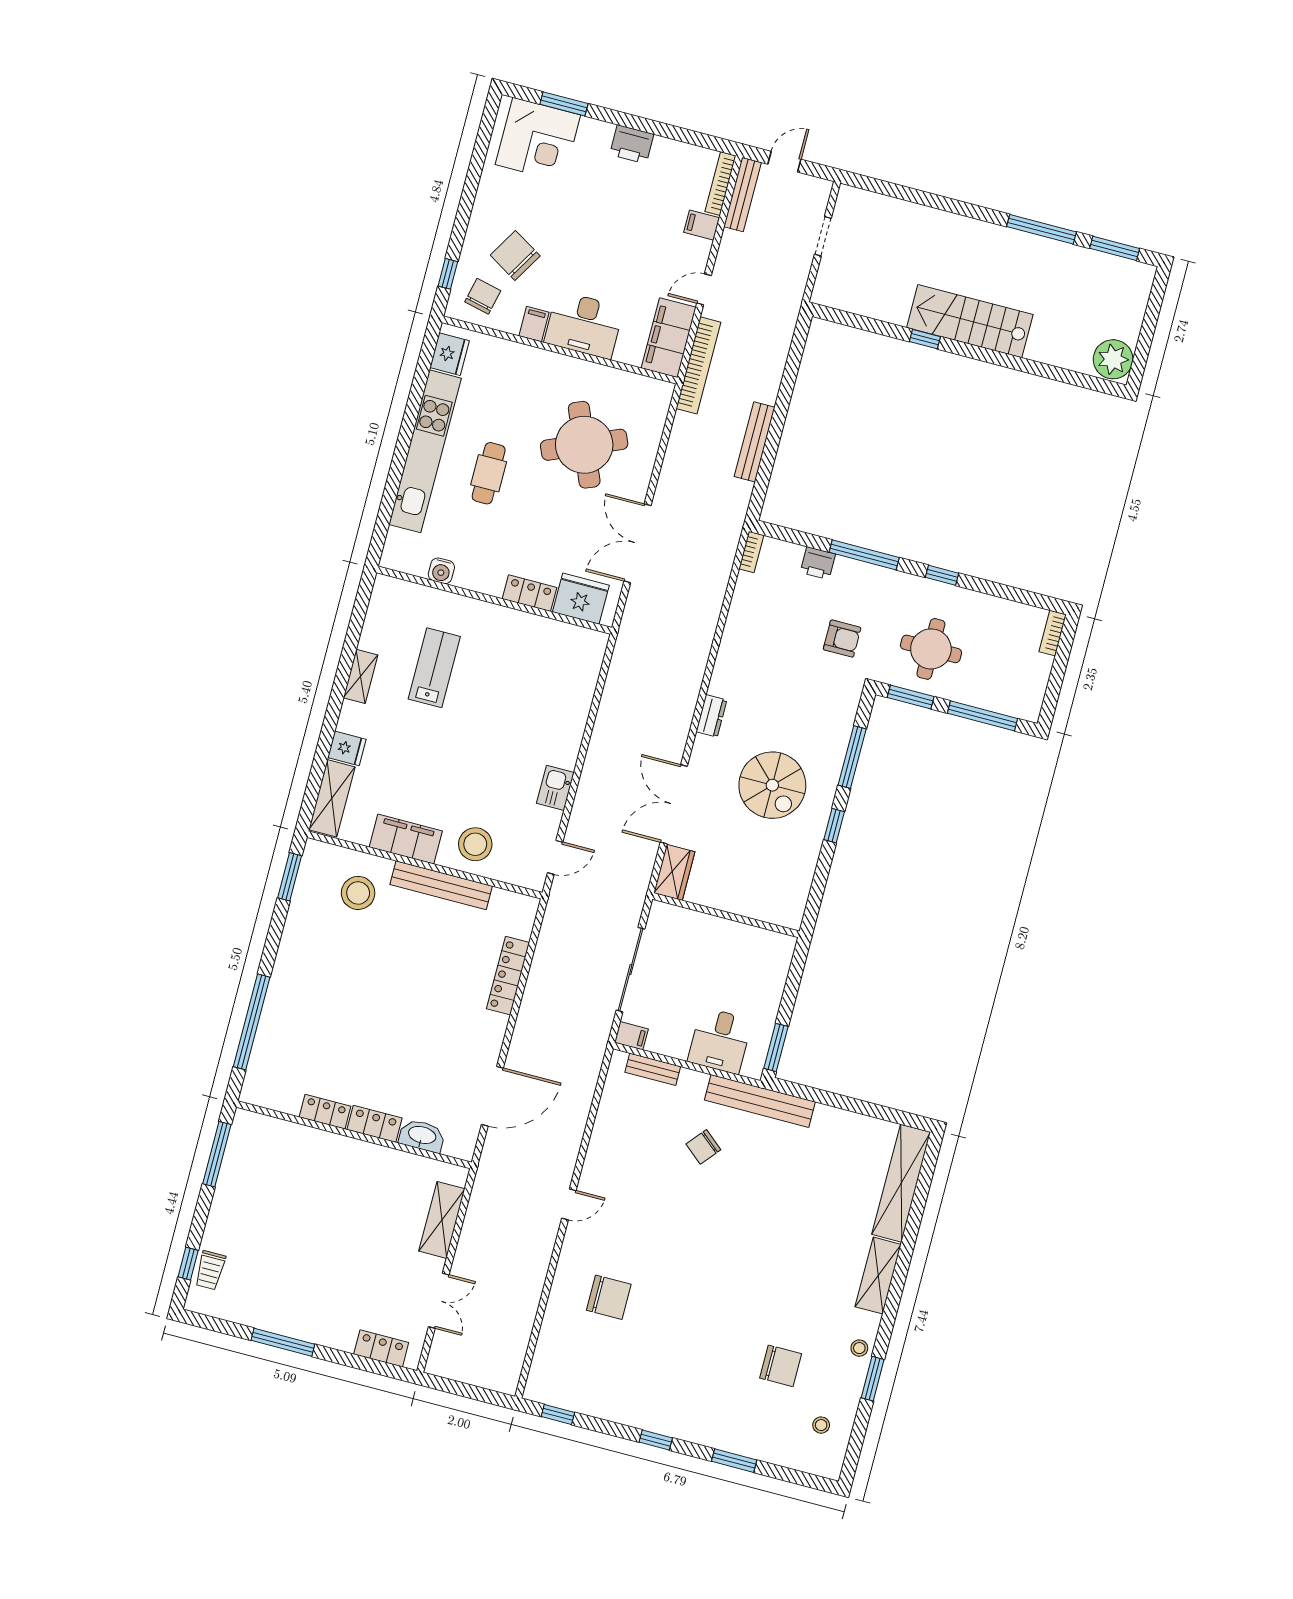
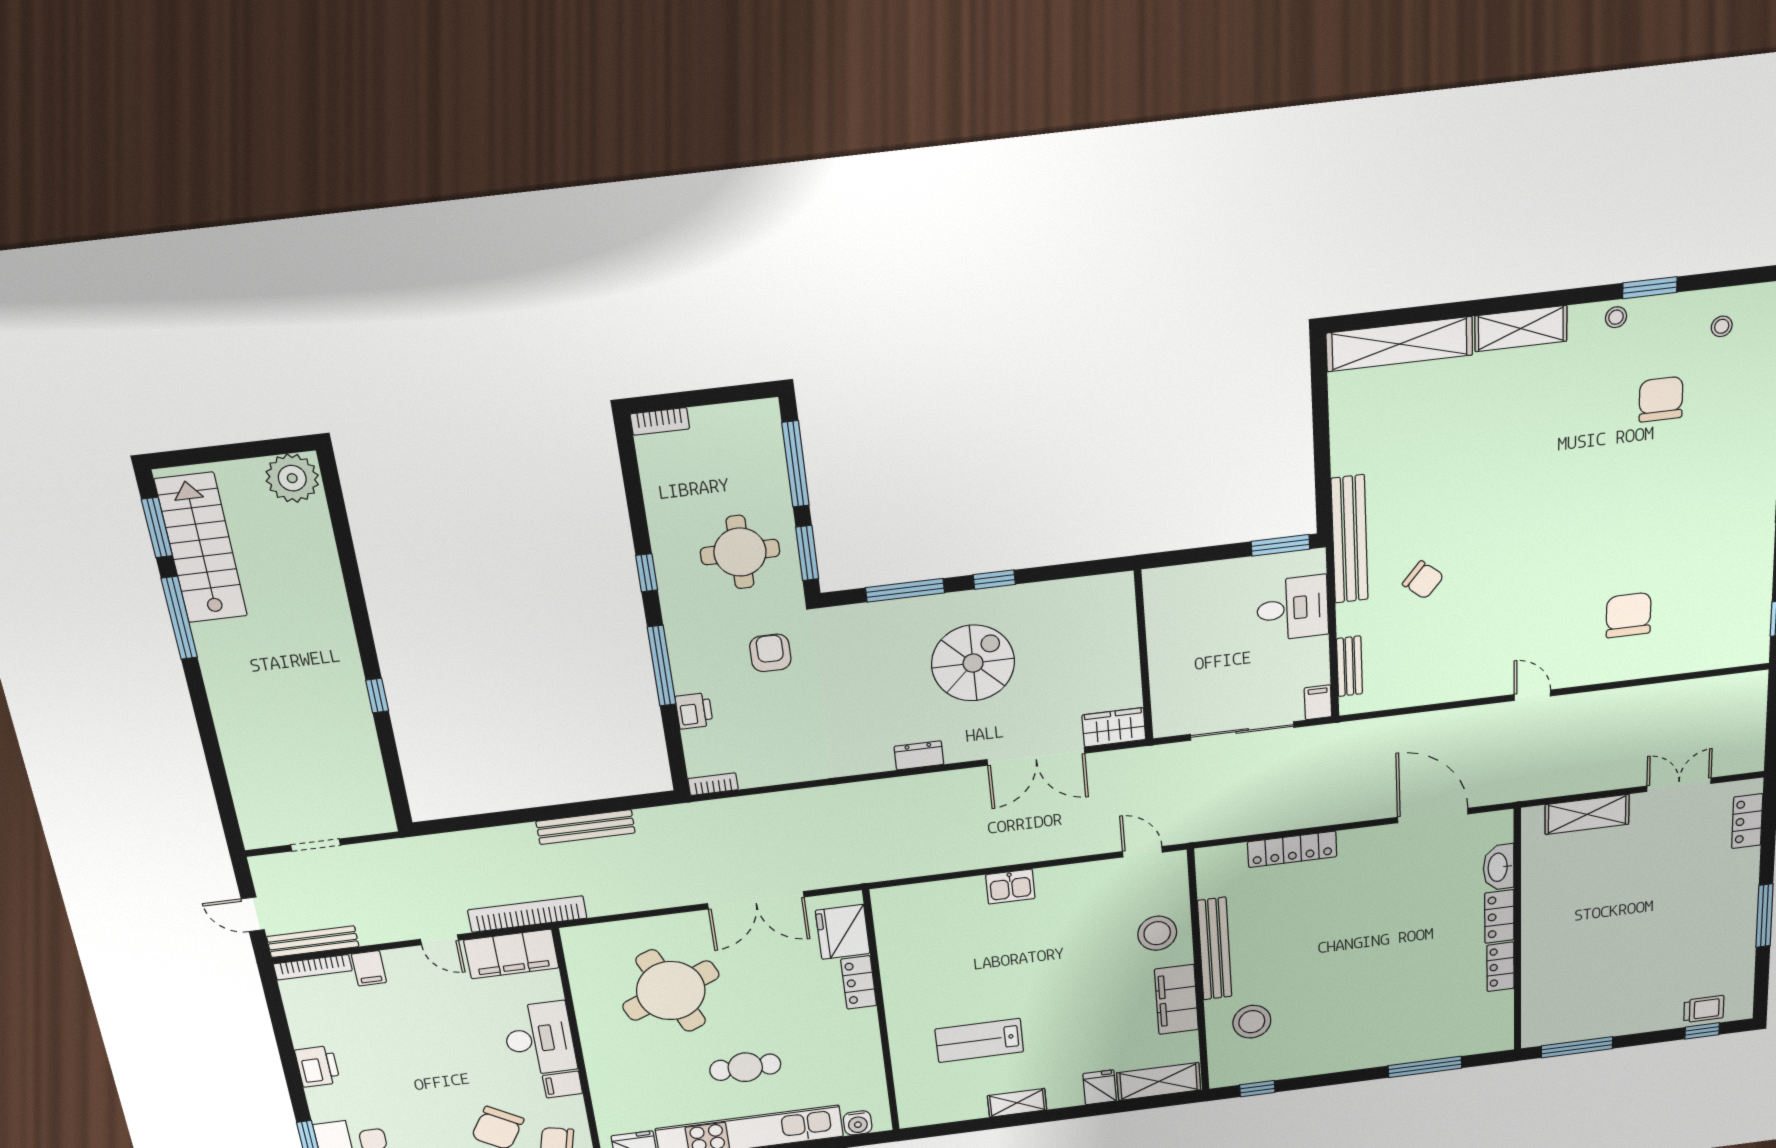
stairs: (970, 321) -> (201, 548), moved, turned 180
water cooler: (441, 571) -> (858, 1123), moved, turned 90
kitchen sink: (555, 788) -> (1010, 887), moved
window: (290, 877) -> (1257, 1089), width x0.67
window: (252, 1022) -> (1425, 1067), width x0.68

